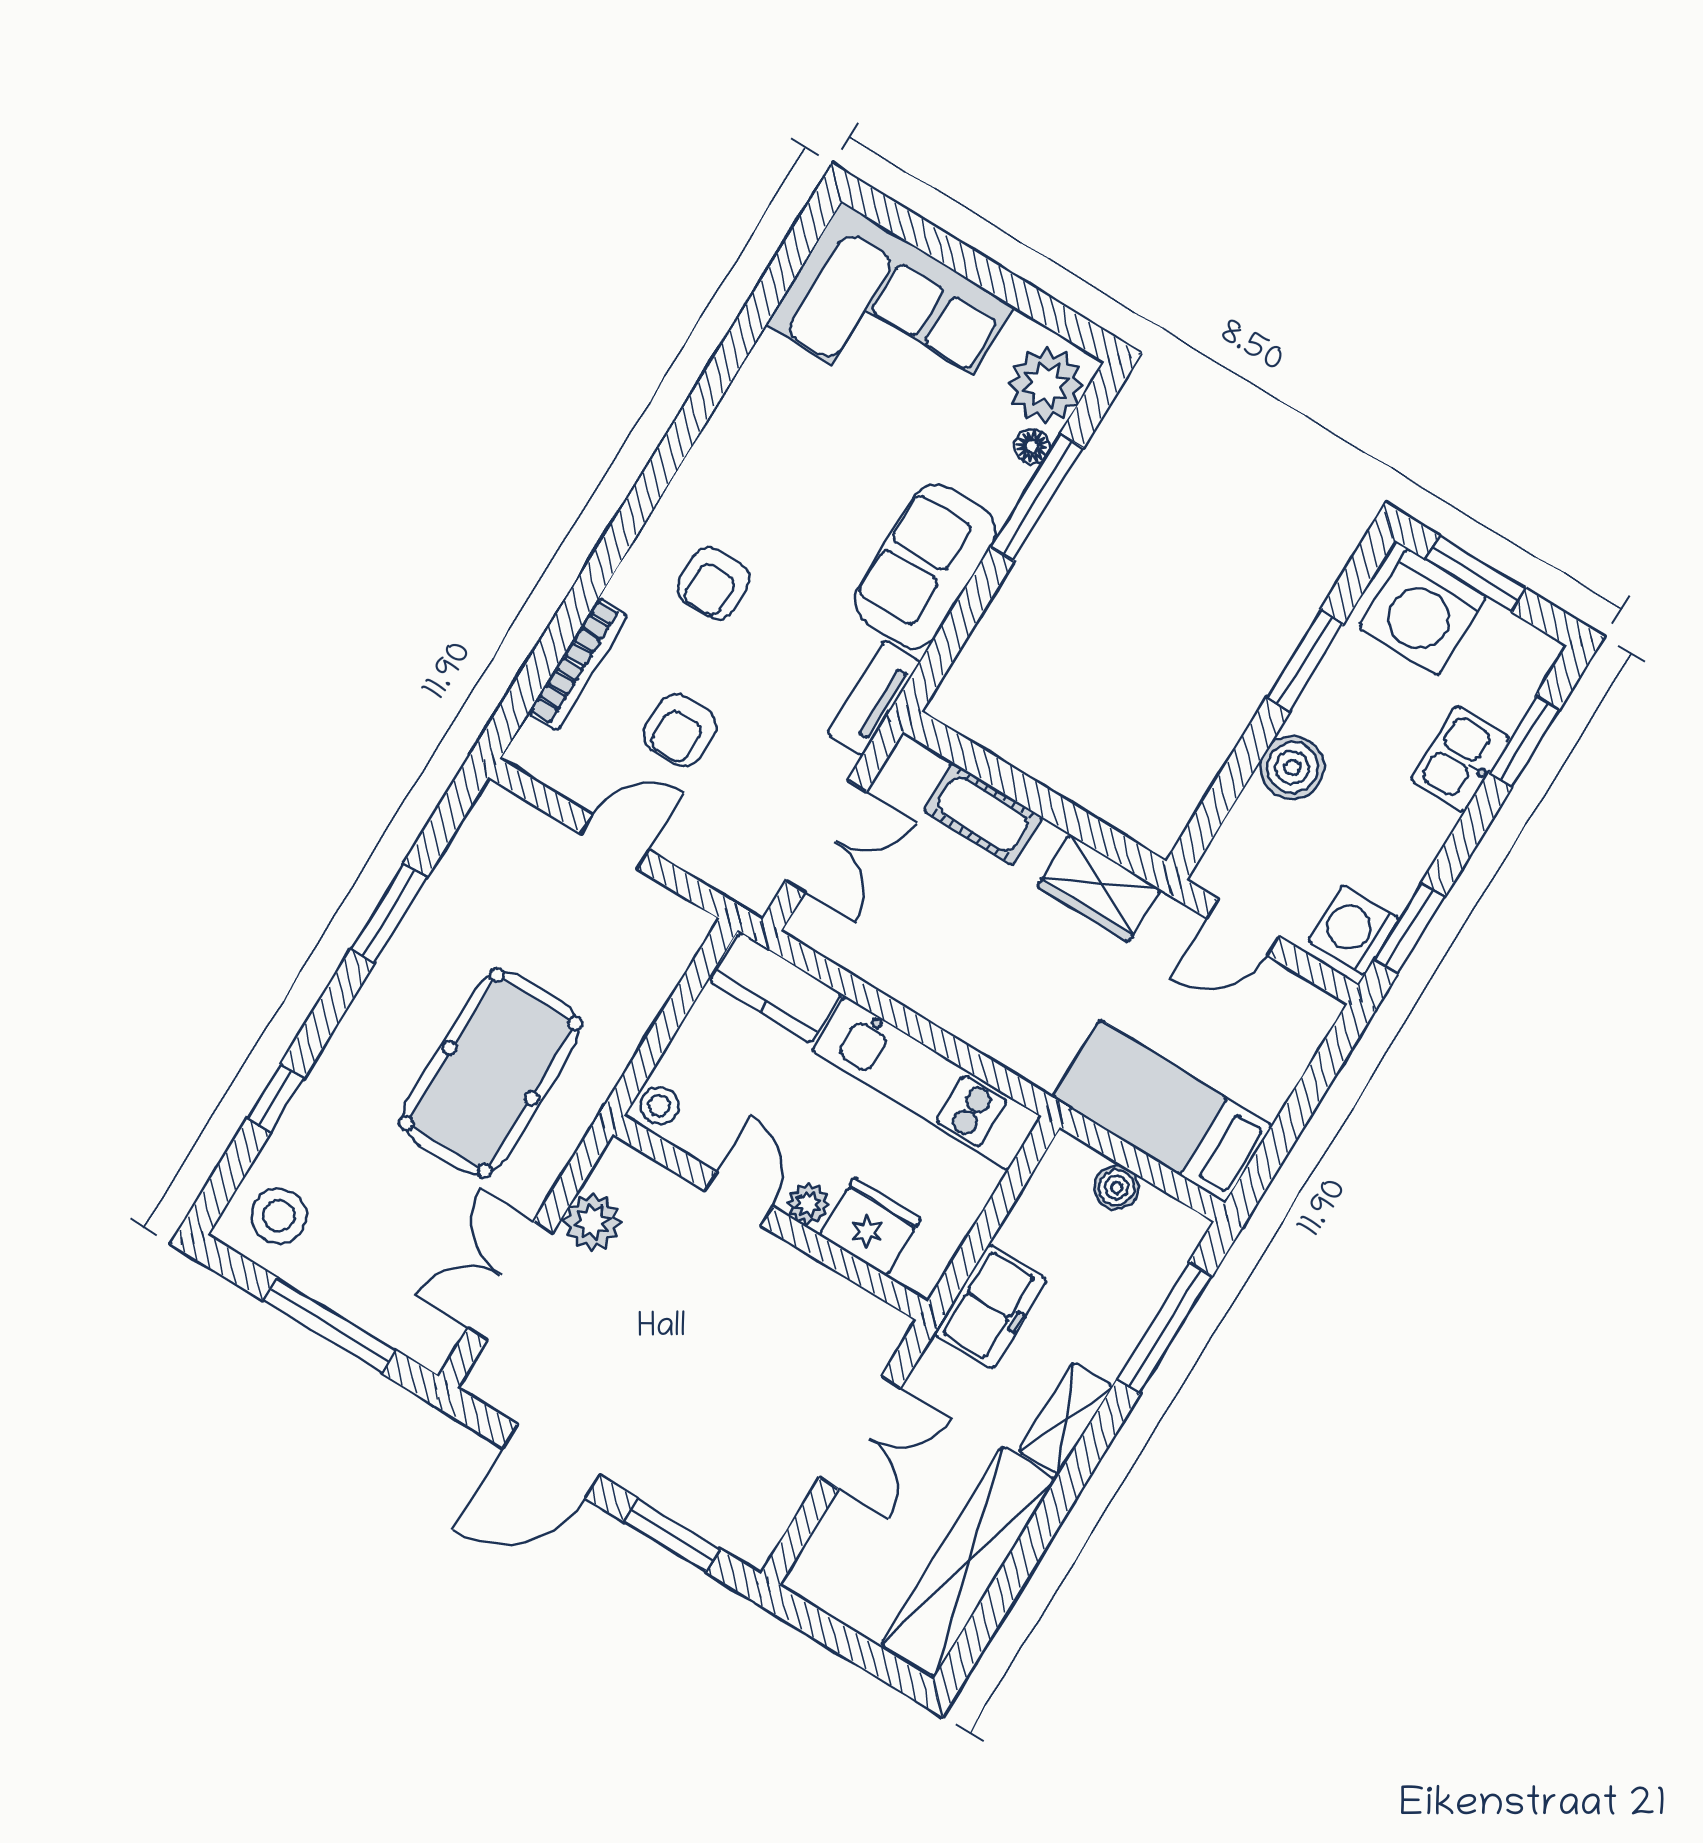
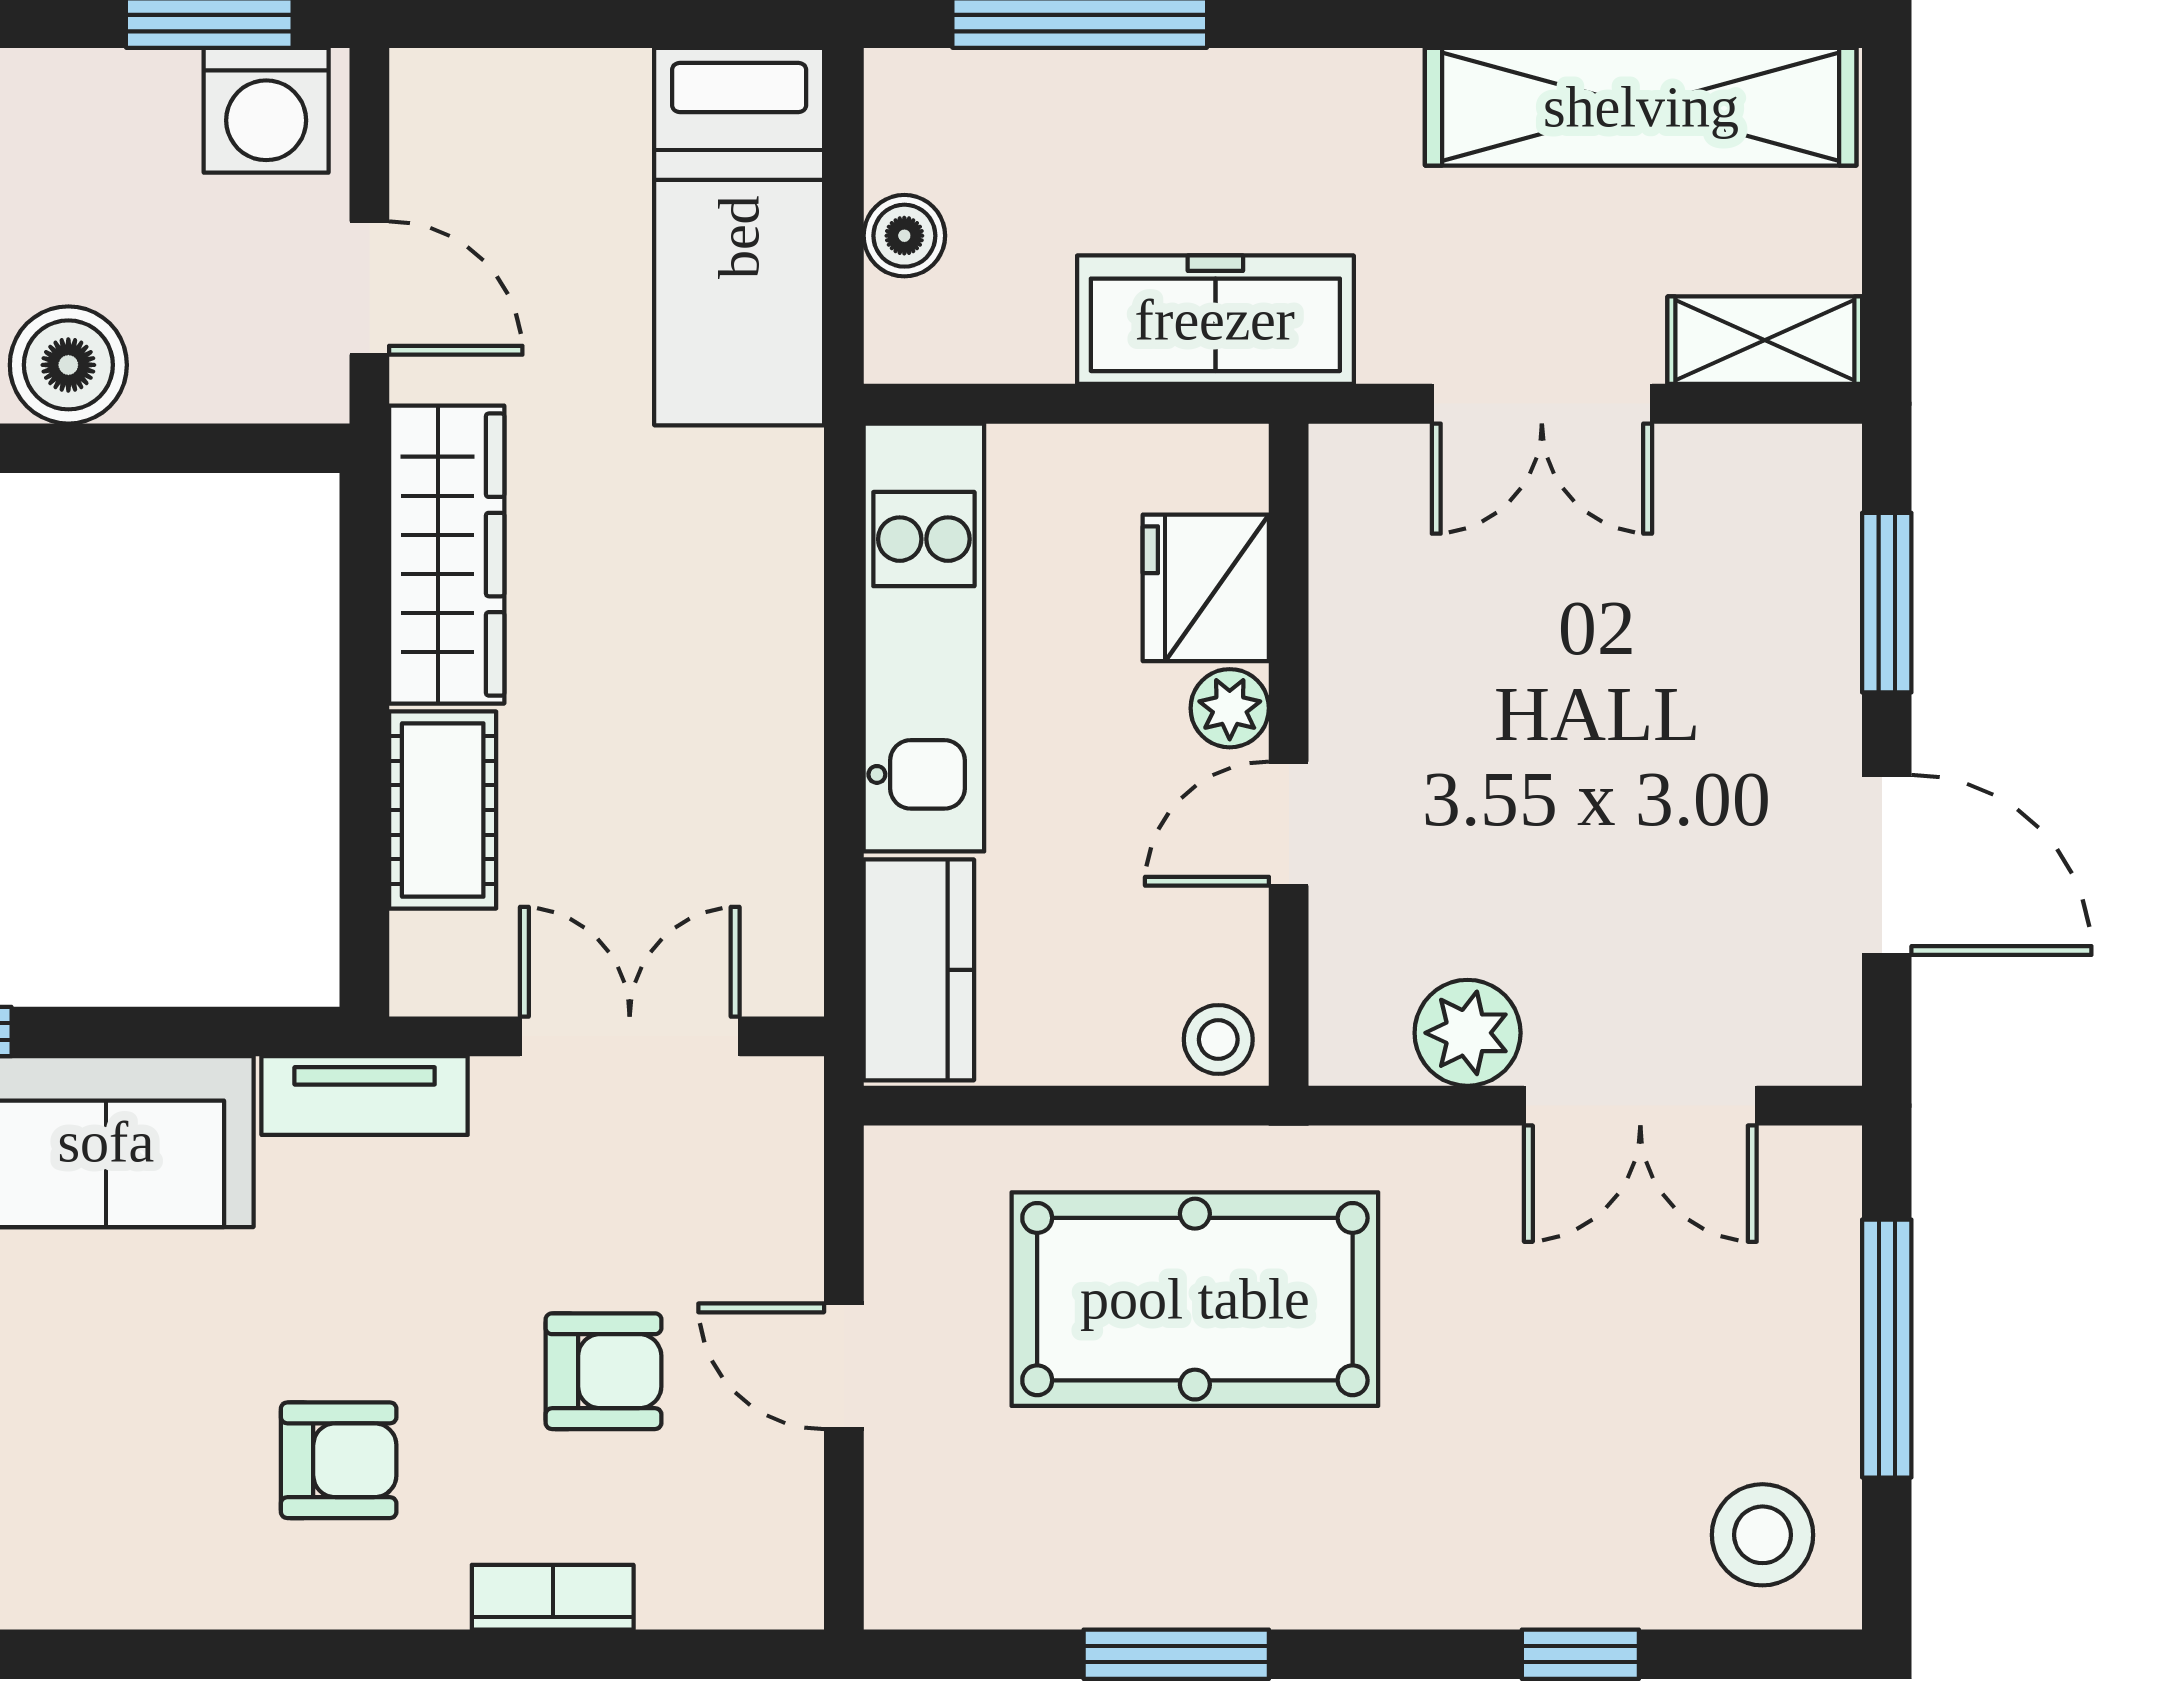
bookcase: (578, 664) -> (553, 1597), width x0.64
wardrobe: (1099, 888) -> (447, 555), width x1.50
pool table: (491, 1073) -> (1195, 1299), moved
freezer: (990, 1307) -> (1215, 320), width x1.40
shelving: (1066, 1419) -> (1765, 340), moved
double door: (860, 1433) -> (1542, 404), swing flipped

